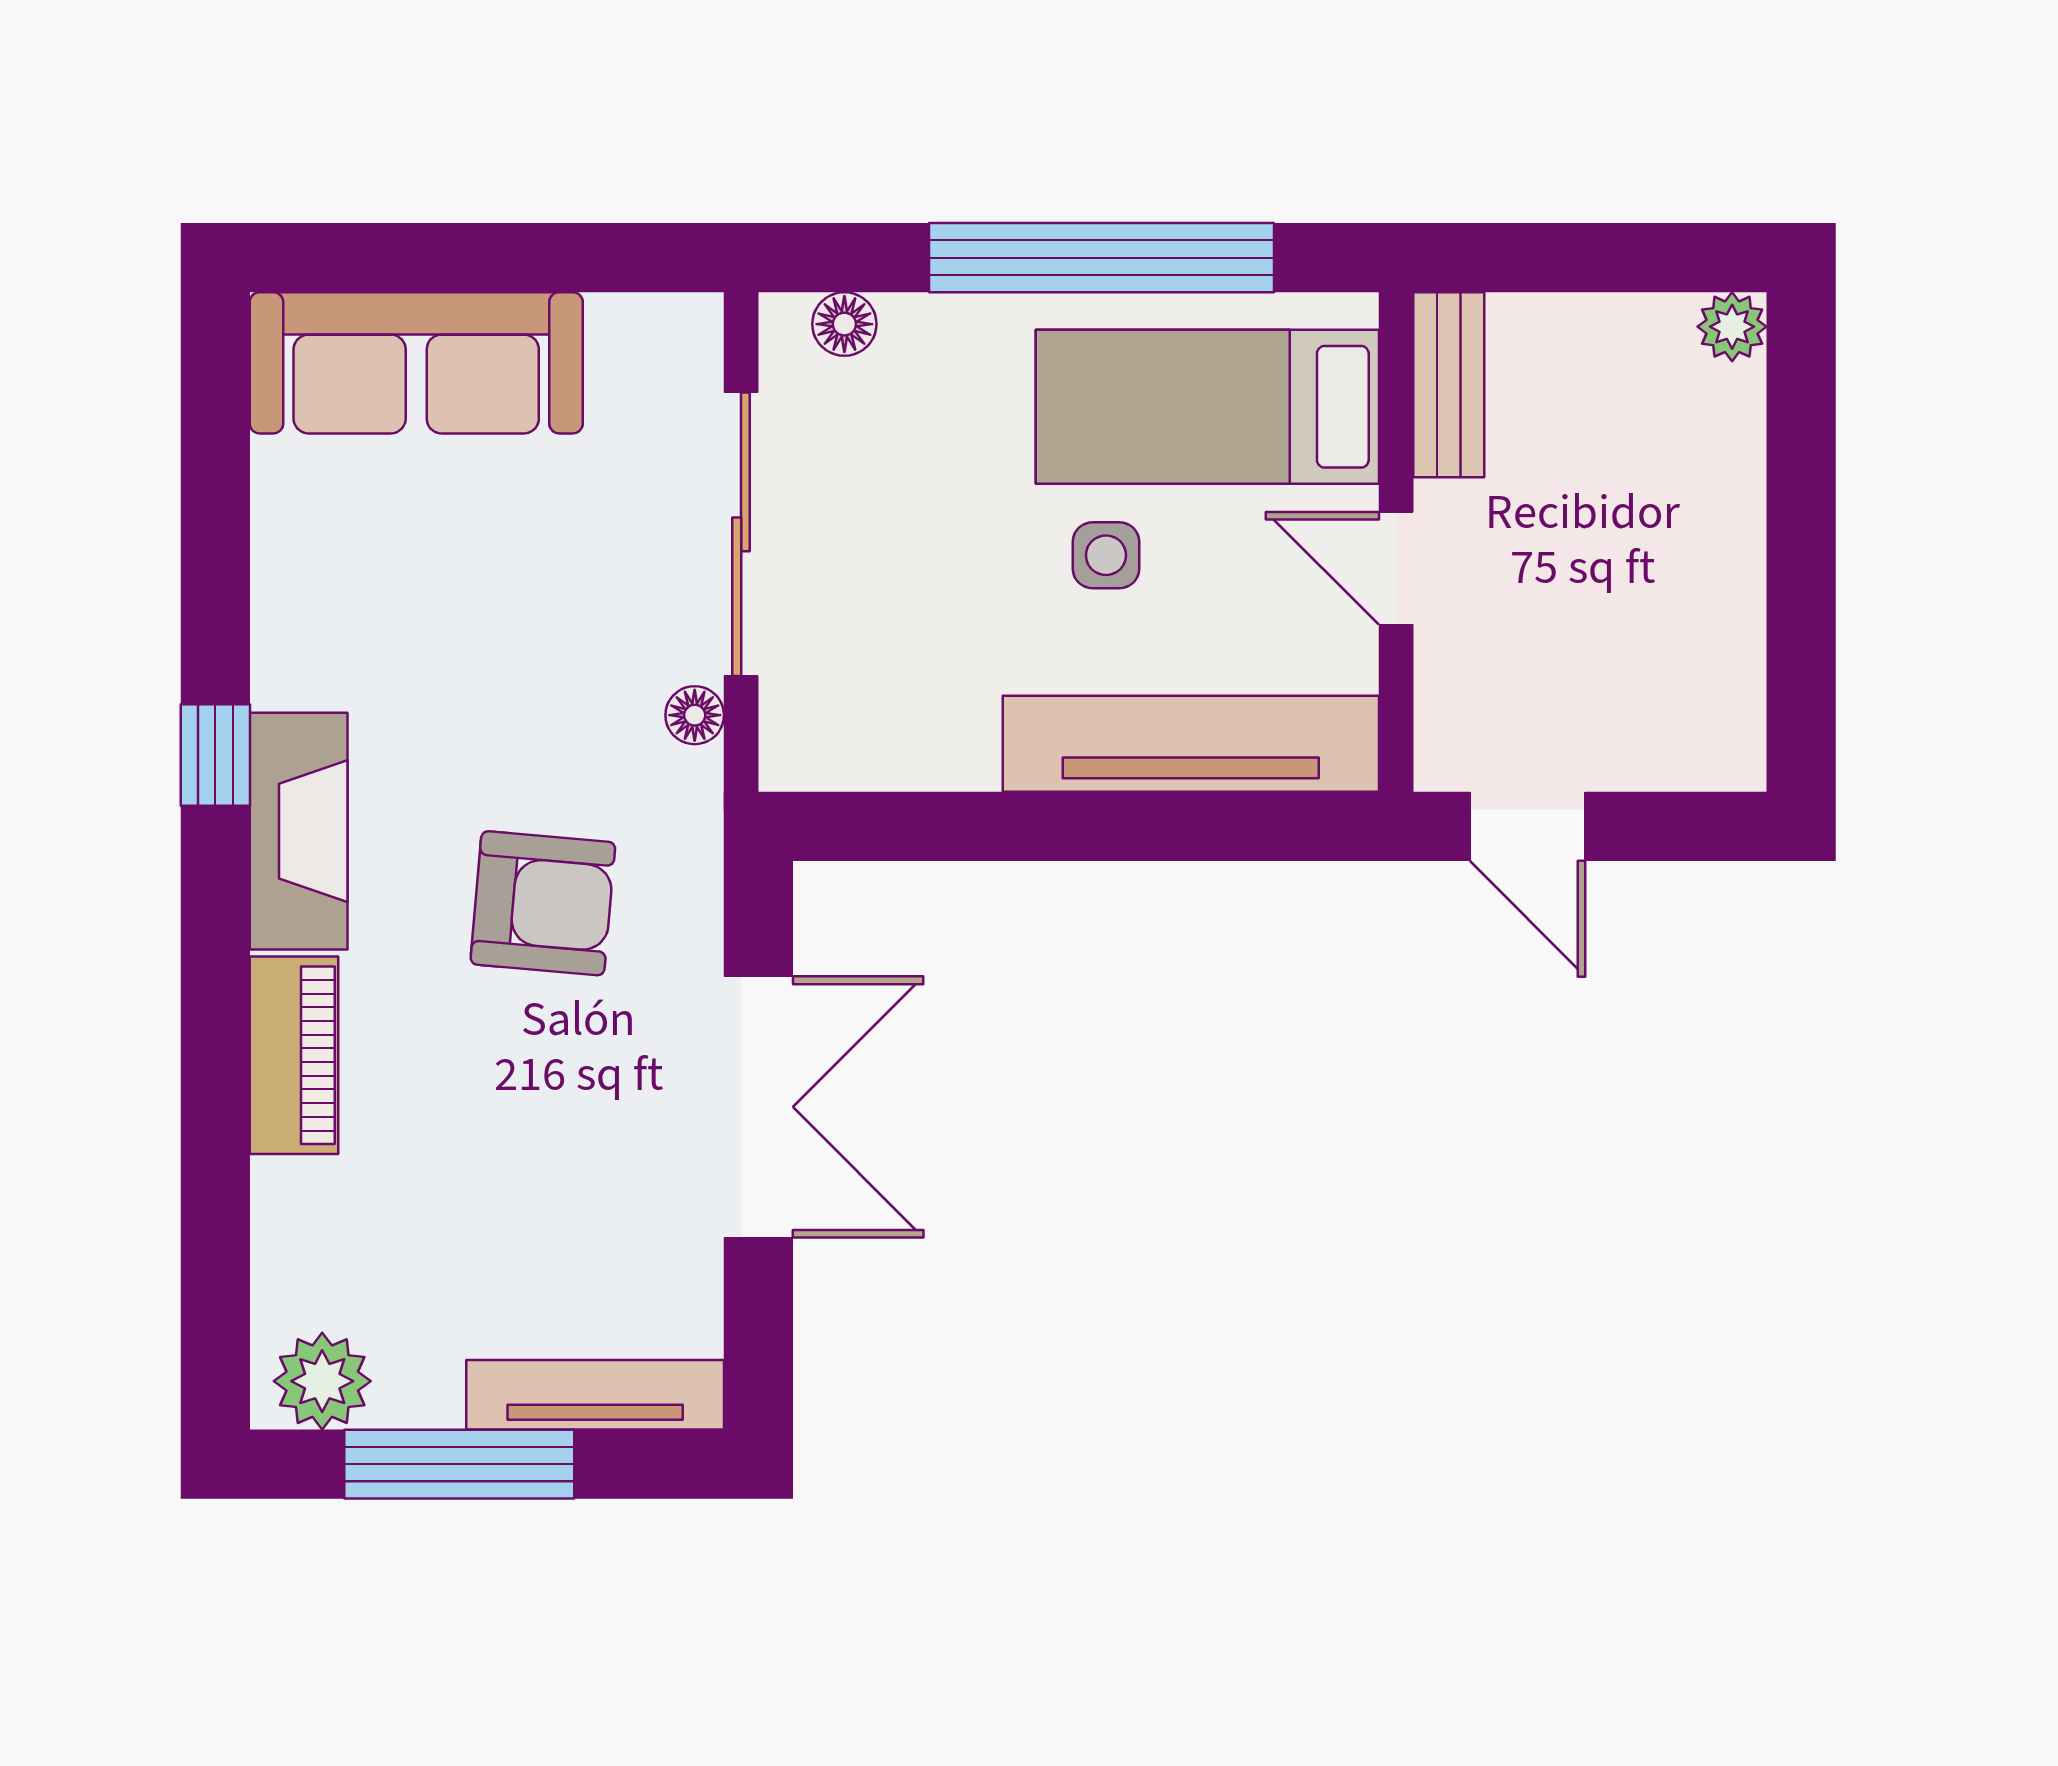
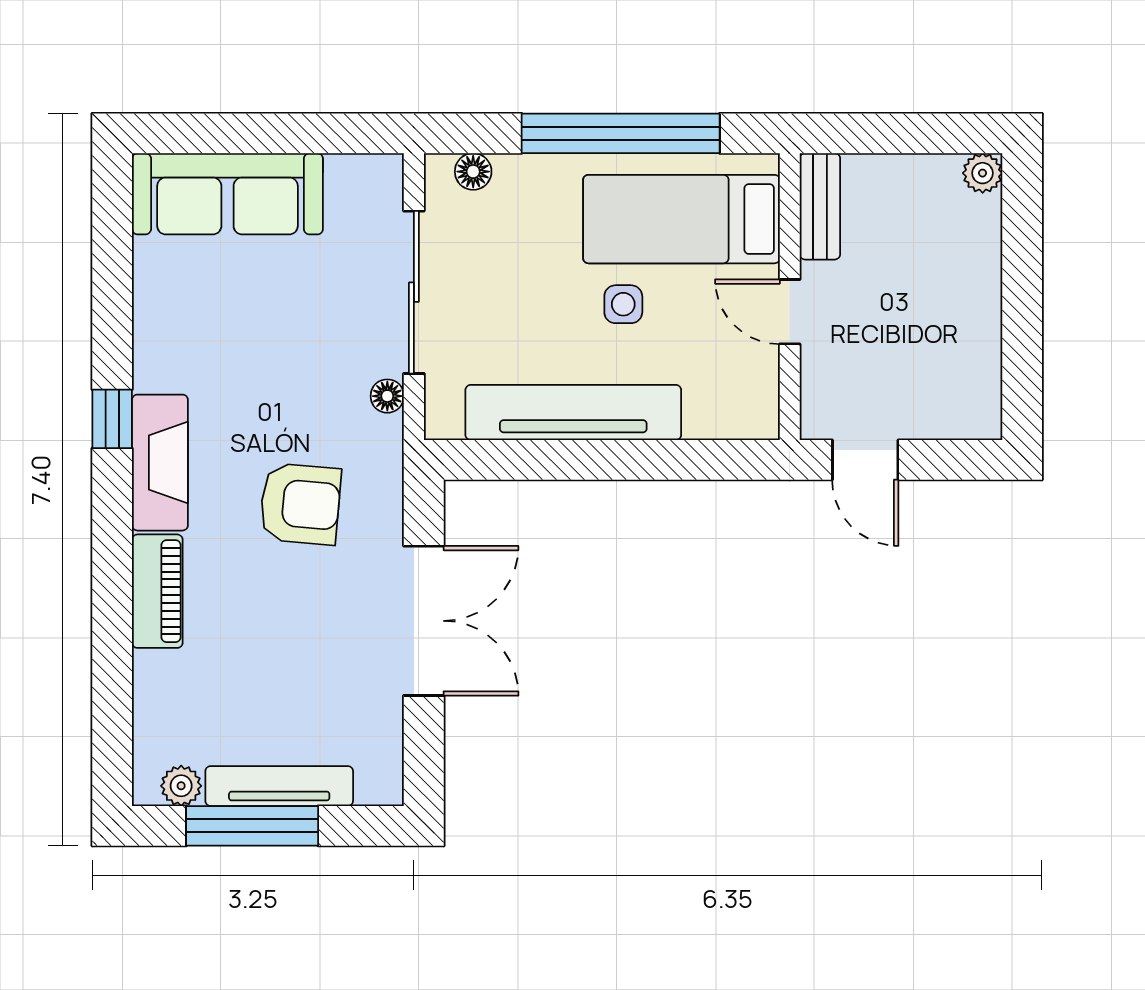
tv unit: (1191, 744) -> (573, 412), moved
plant: (322, 1381) -> (181, 786), width x0.73, depth x0.73
tv unit: (595, 1395) -> (279, 786), moved

